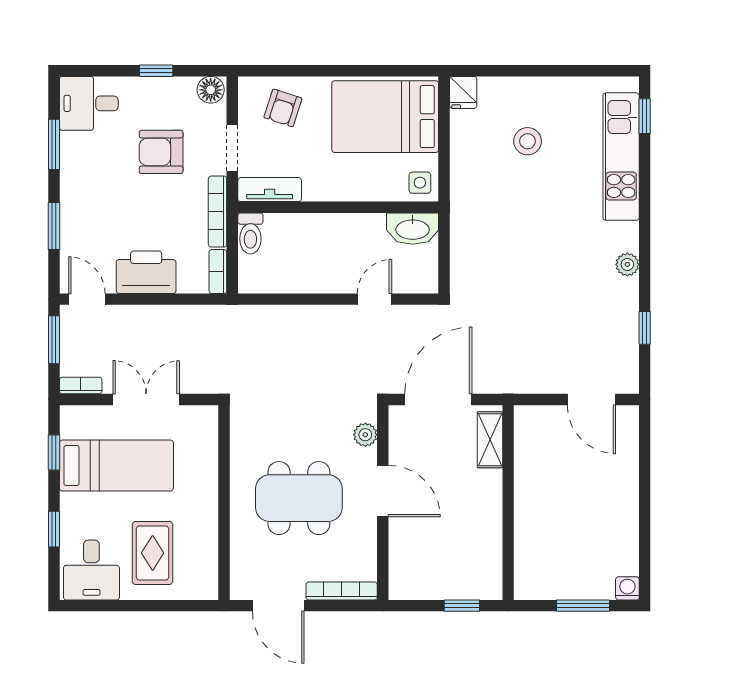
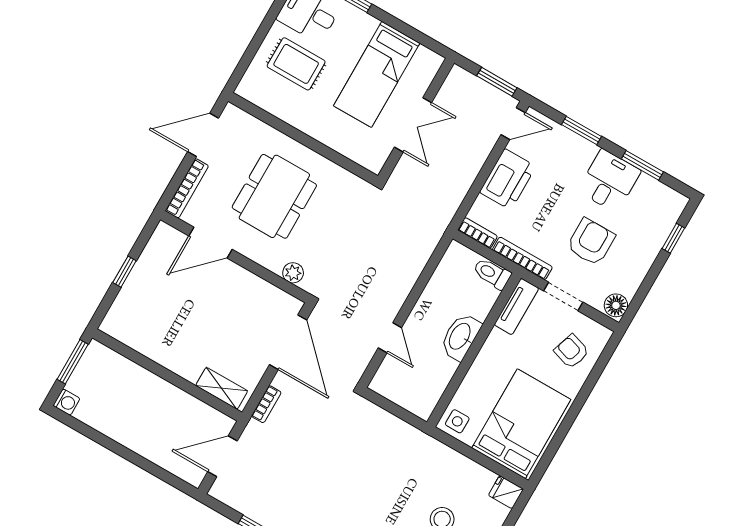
window: (156, 71) -> (673, 238), moved
desk: (89, 103) -> (609, 181), moved
washbasin: (413, 229) -> (460, 337), moved
bookcase: (81, 385) -> (266, 404), moved
shelving: (490, 440) -> (222, 388), moved
window: (54, 453) -> (413, 34), removed
door: (383, 491) -> (210, 243), moved
wall: (508, 503) -> (167, 375), moved

